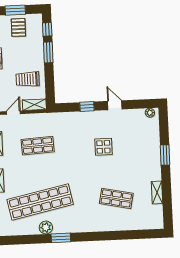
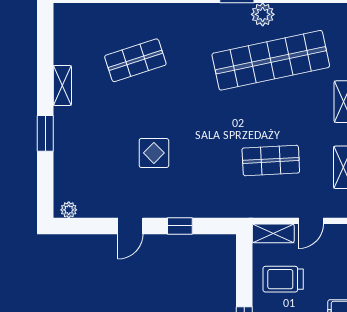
trolley: (28, 79) -> (283, 279), turned 180
door: (115, 105) -> (130, 226), hinge flipped
shelving: (157, 192) -> (62, 85), moved
shop shelf: (116, 198) -> (135, 60), turned -30

